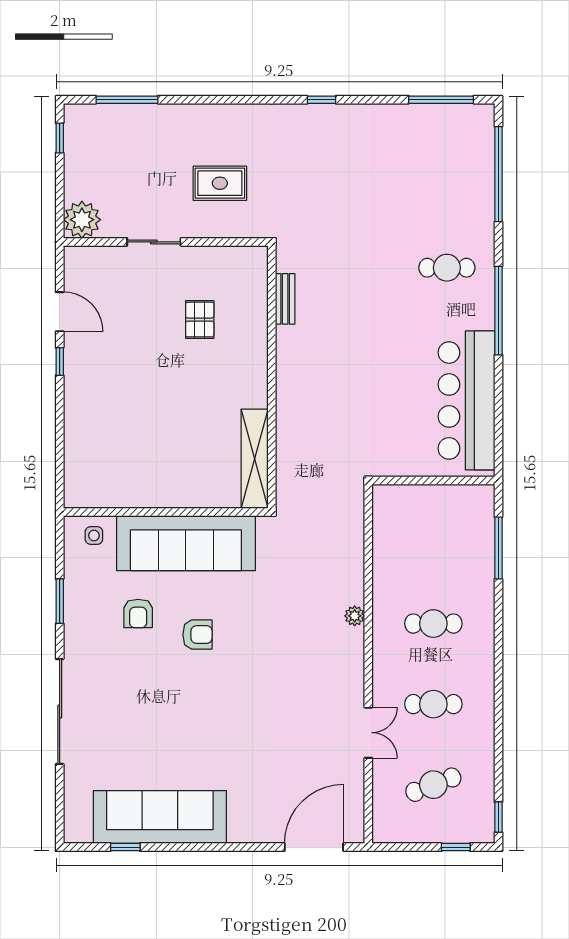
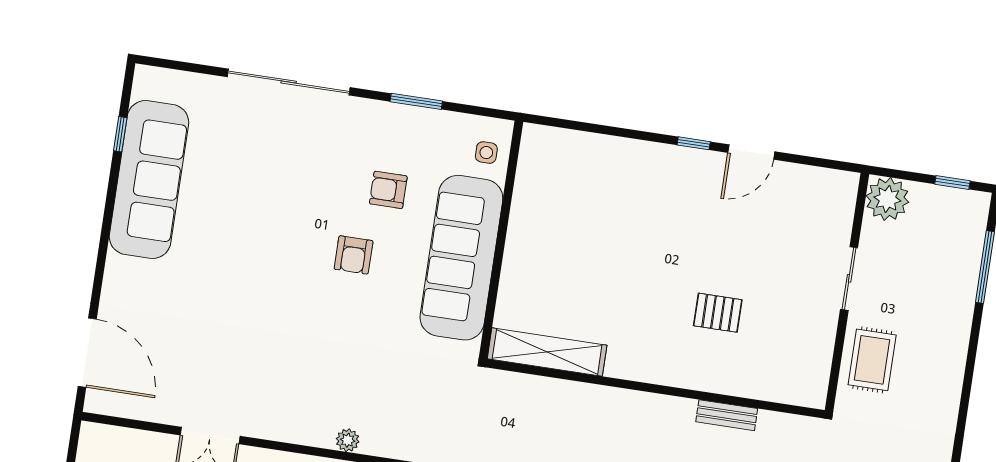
plant: (82, 220) -> (887, 199), moved
sliding door: (154, 242) -> (849, 278), moved
wall: (166, 242) -> (847, 292), moved

